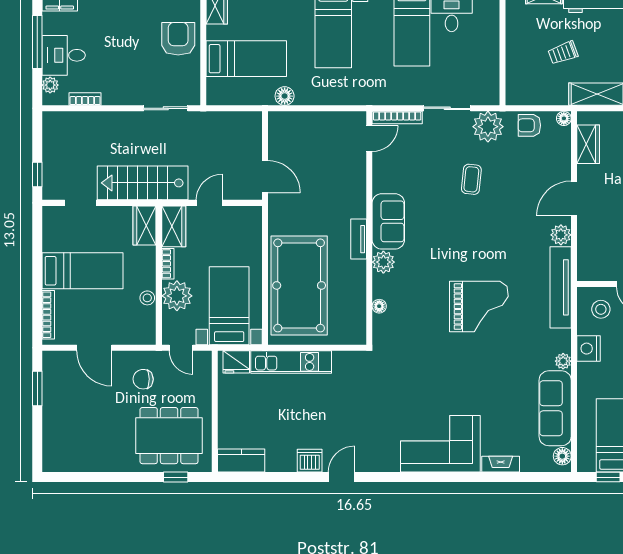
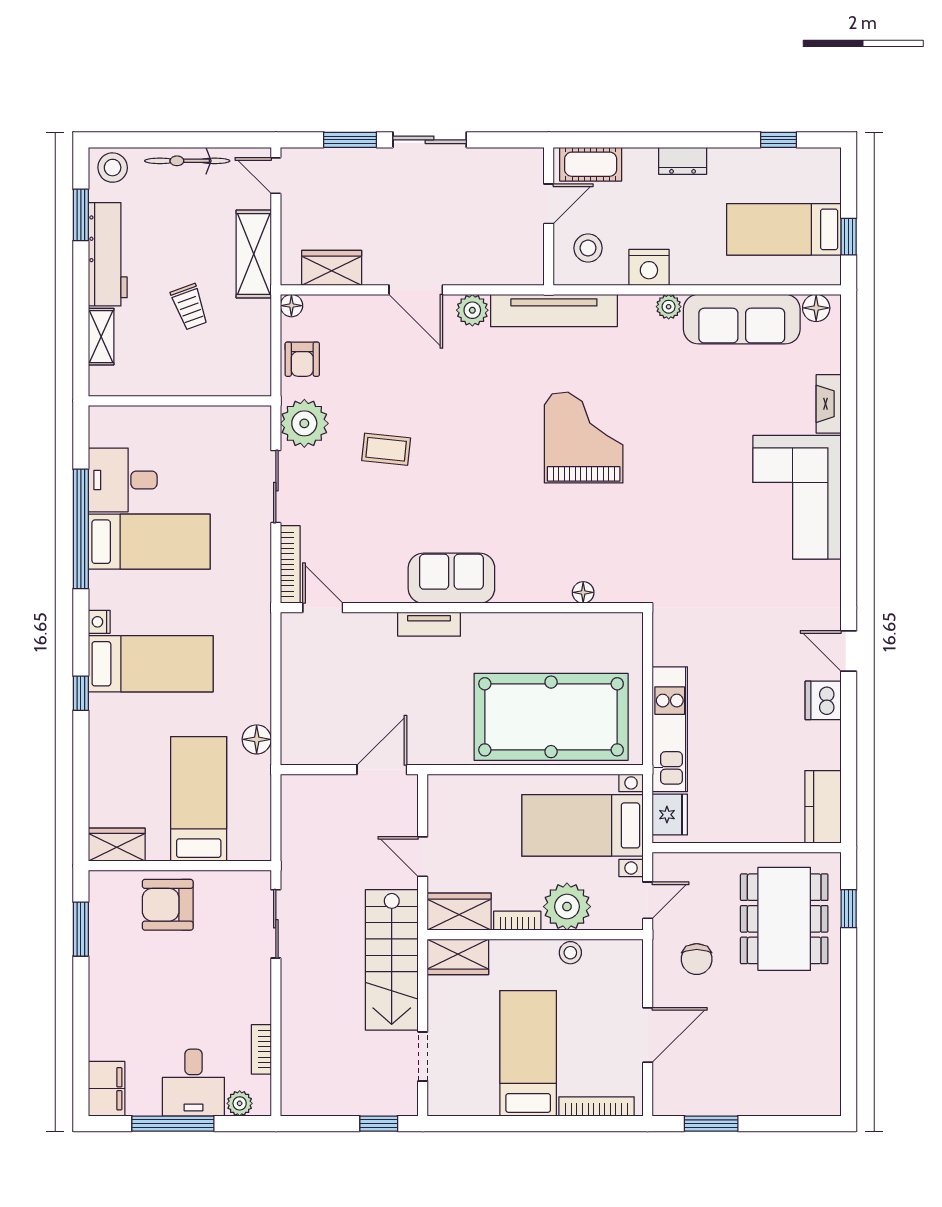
tv unit: (359, 239) -> (429, 624), moved
plant: (383, 262) -> (515, 586), removed

